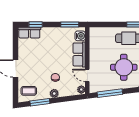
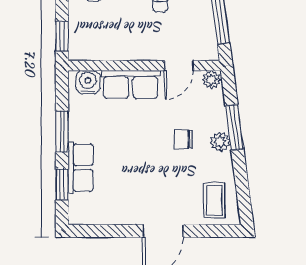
window: (70, 25) -> (62, 131), moved
window: (100, 25) -> (62, 36), added
row of seats: (29, 33) -> (80, 168), moved
window: (40, 102) -> (234, 127), moved

